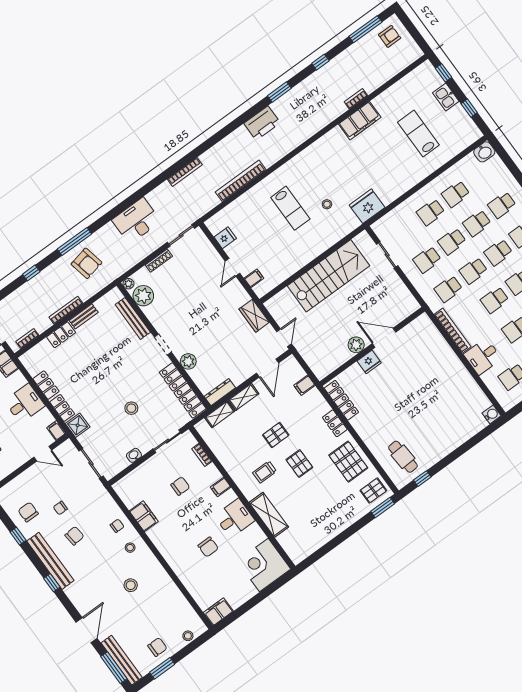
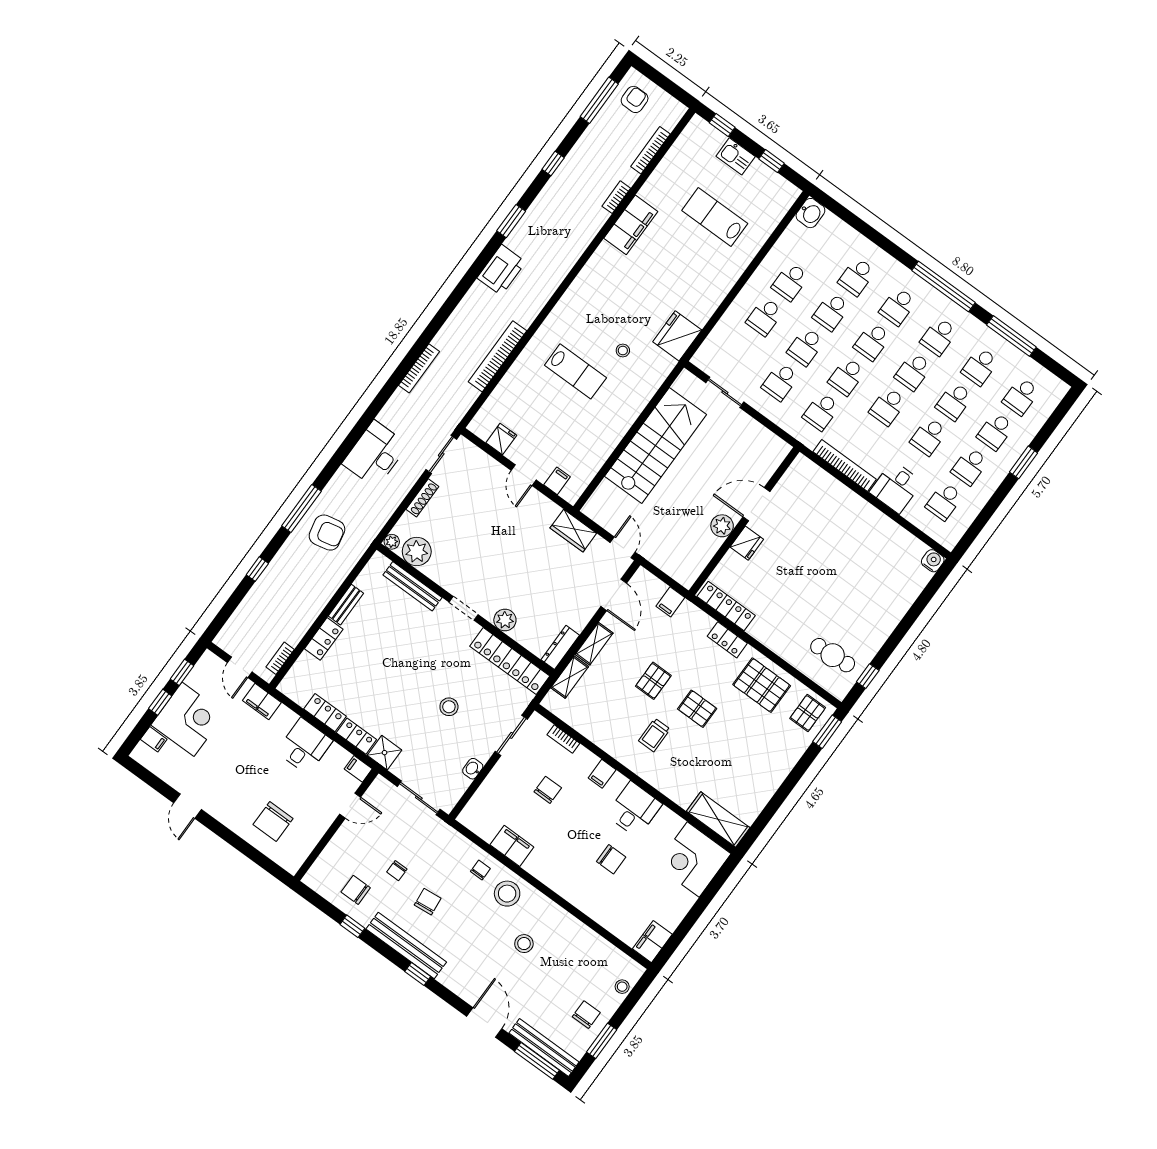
bookcase: (66, 310) -> (650, 150), moved
shelving: (269, 515) -> (718, 819), moved
stool: (130, 548) -> (507, 894), width x1.89, depth x1.89

